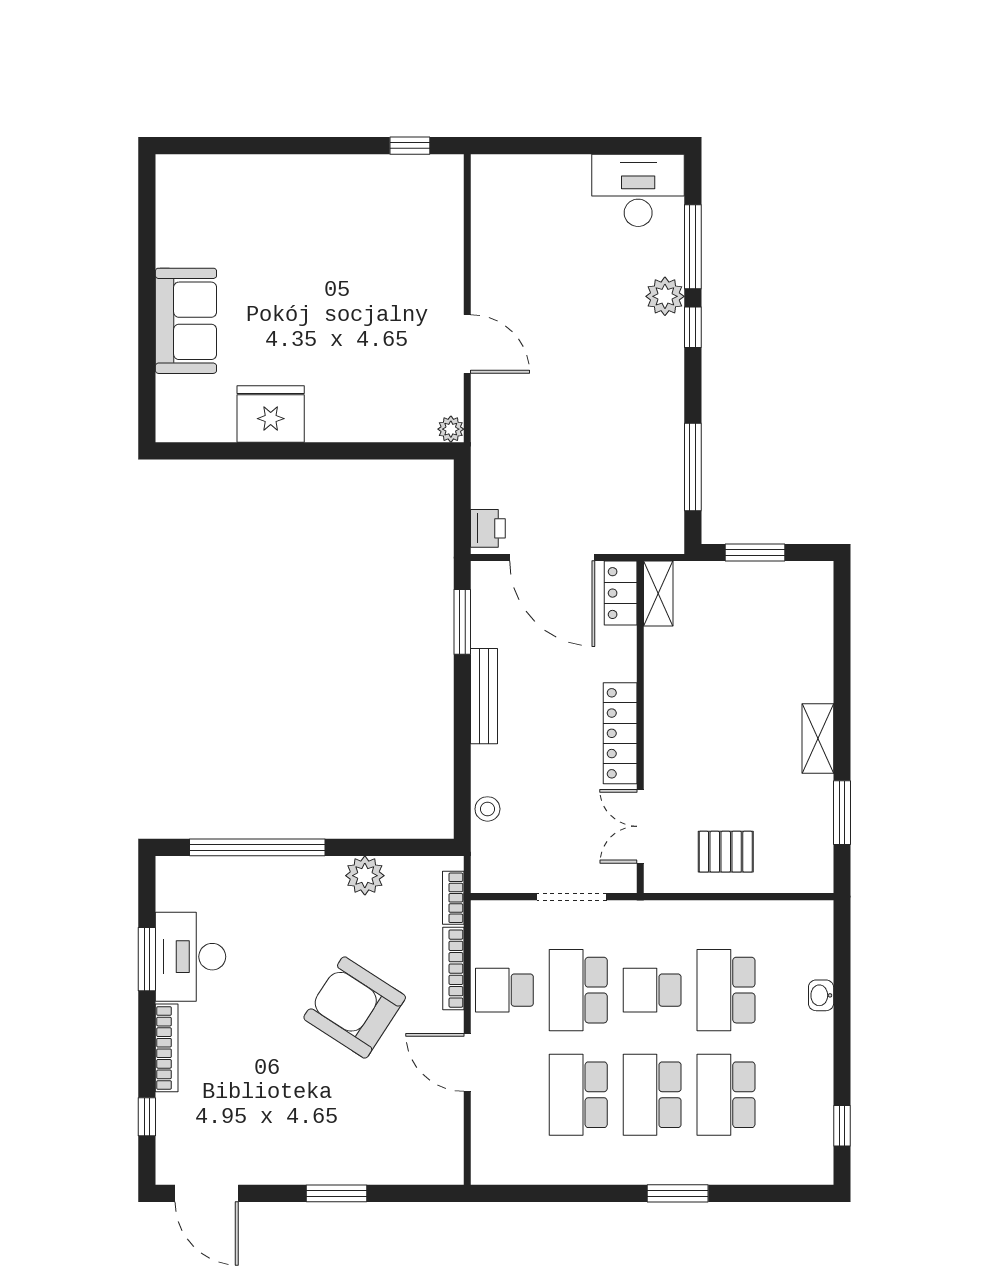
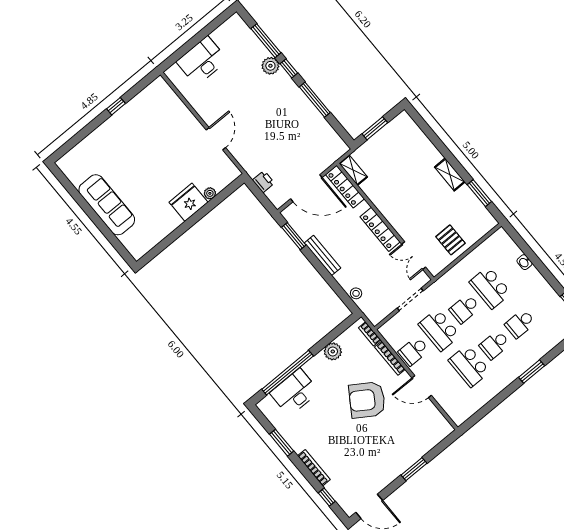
window: (410, 146) -> (116, 106), moved
desk: (638, 190) -> (202, 61), moved
sofa: (186, 321) -> (107, 205), width x1.36
door: (467, 344) -> (216, 139), hinge flipped
fridge: (271, 414) -> (189, 202), moved
plant: (451, 429) -> (210, 193), moved
window: (693, 467) -> (315, 100), moved
printer: (488, 528) -> (263, 182), moved
locker: (621, 593) -> (345, 187), width x1.53
pallet: (726, 852) -> (450, 240), turned 90
desk: (190, 957) -> (294, 392), moved, turned 90
school desk: (652, 1095) -> (495, 345), width x0.54
school desk: (726, 1095) -> (520, 324), width x0.54

